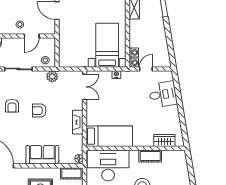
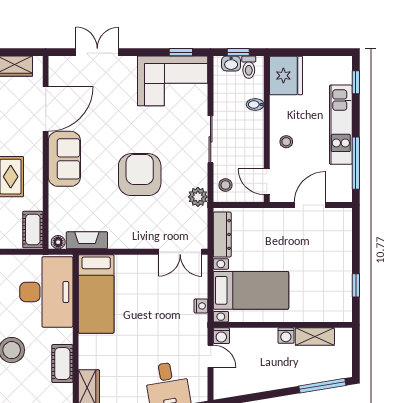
door: (32, 36) -> (267, 182), moved
washing machine: (134, 52) -> (286, 336), moved
dresser: (74, 62) -> (222, 234), added
armchair: (12, 106) -> (148, 128), removed
armchair: (39, 111) -> (140, 175), width x1.88, depth x1.88
fireplace: (78, 122) -> (87, 240), moved
sofa: (42, 155) -> (64, 159), moved

